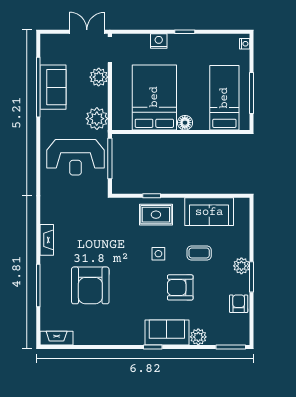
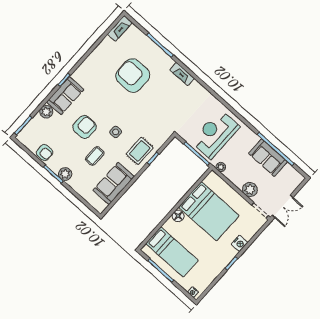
plant: (97, 119) -> (221, 167), width x0.53, depth x0.53

